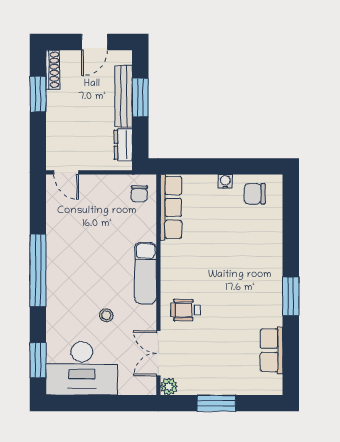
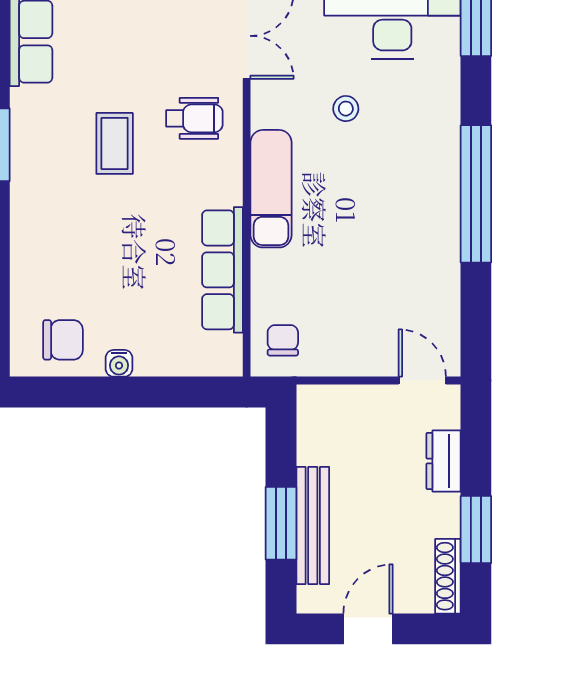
dresser: (123, 145) -> (443, 461), moved, turned 180
row of seats: (171, 207) -> (222, 270), moved
coffee table: (228, 297) -> (115, 143), added

